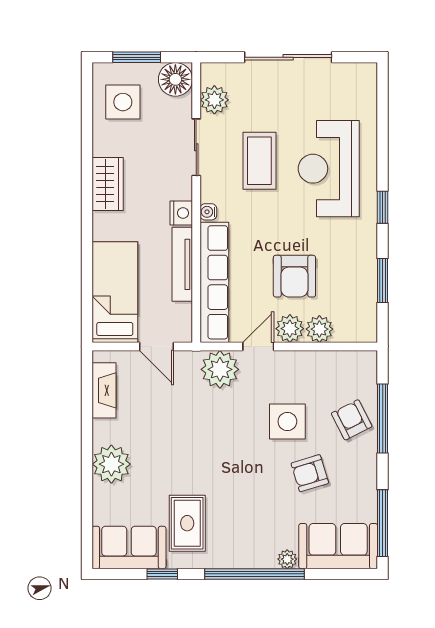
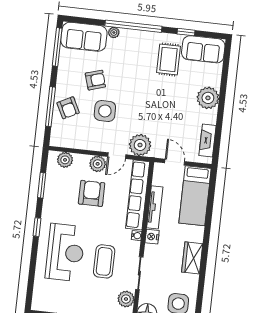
plant: (319, 329) -> (65, 160), moved

